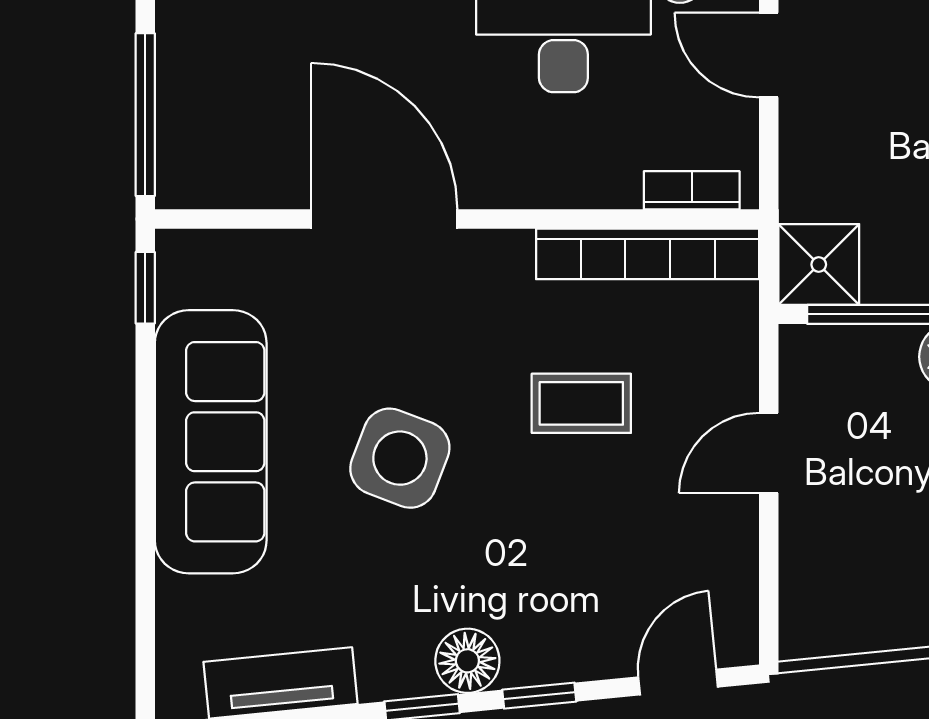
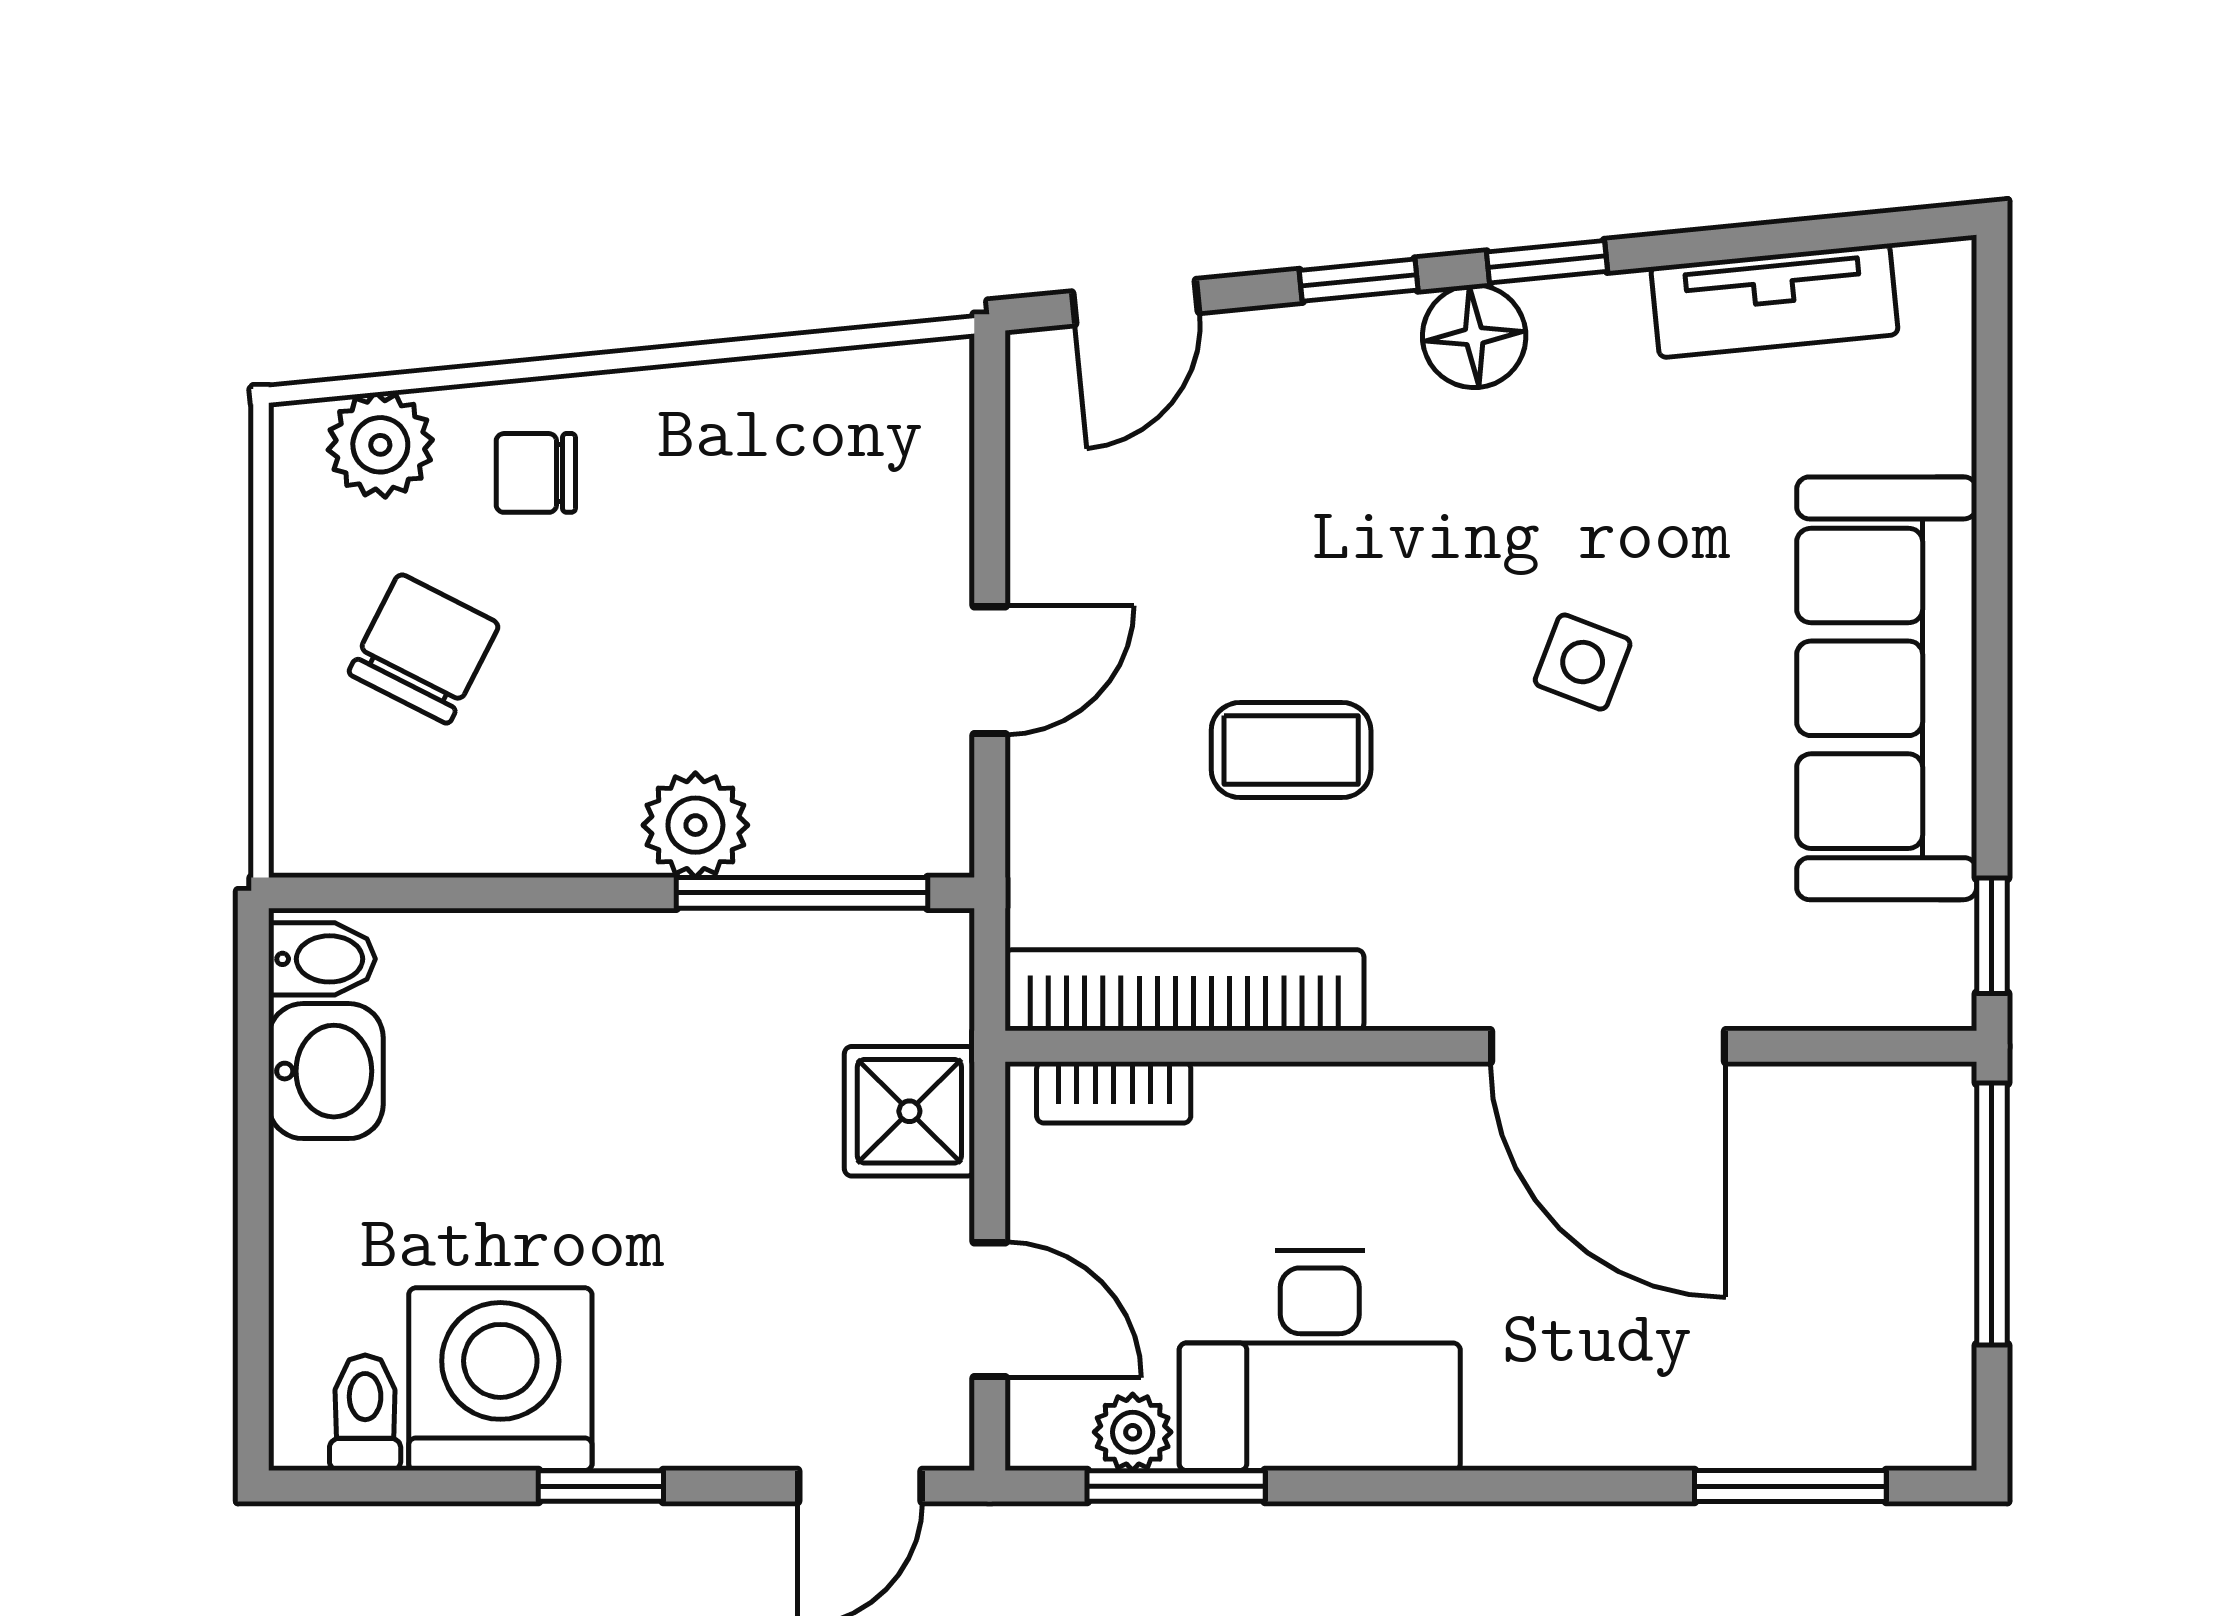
shower: (819, 264) -> (909, 1111), moved
side table: (400, 458) -> (1583, 662), width x0.54, depth x0.54

